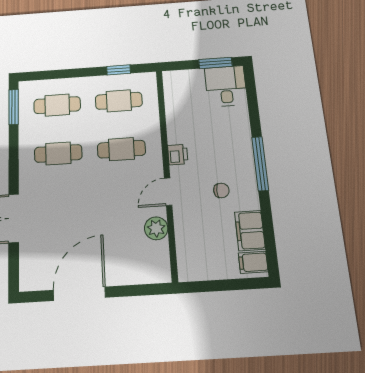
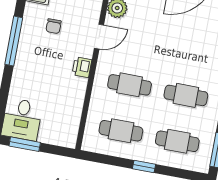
window: (119, 70) -> (144, 167), moved
chair: (221, 190) -> (54, 26), turned -90

